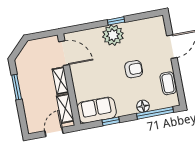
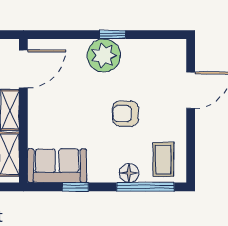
door: (64, 53) -> (23, 69), hinge flipped
armchair: (134, 69) -> (125, 114), turned 180
coffee table: (168, 83) -> (163, 159), moved

